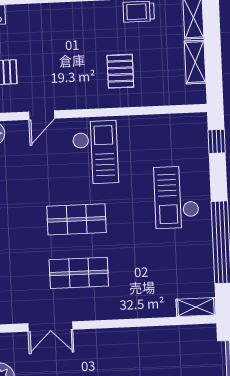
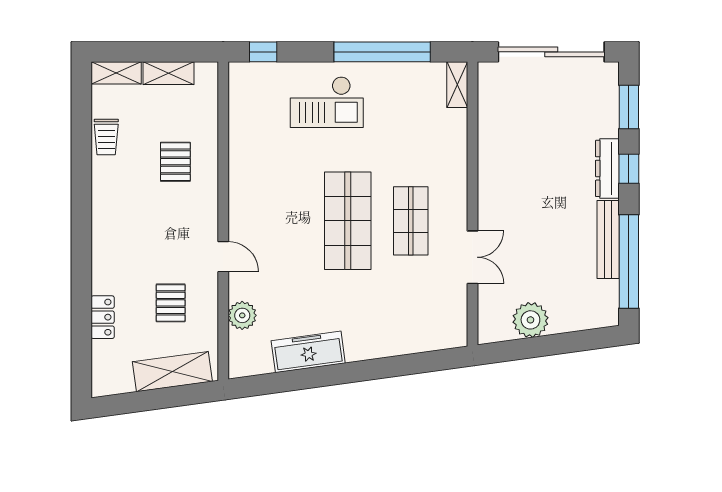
pallet: (120, 71) -> (175, 162), turned 90
checkout: (95, 152) -> (270, 195), removed
shop shelf: (77, 219) -> (348, 221), width x1.43, depth x1.36

